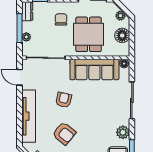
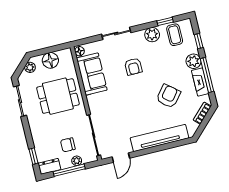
chair: (61, 19) -> (68, 145), moved
sofa: (94, 70) -> (92, 74), width x0.73
armchair: (64, 100) -> (133, 67), moved, turned -103
sliding door: (132, 100) -> (116, 33), width x0.73

